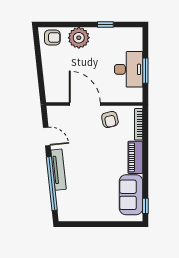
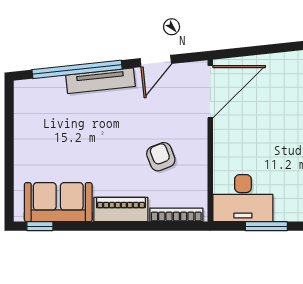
desk: (129, 69) -> (243, 198), moved
door: (85, 104) -> (210, 92), moved
armchair: (110, 119) -> (161, 157), moved, turned 82

